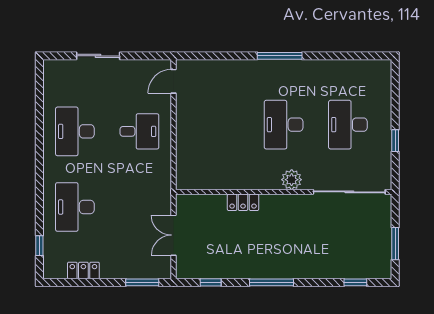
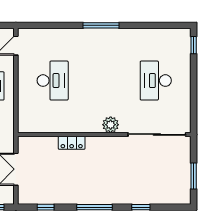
desk: (284, 125) -> (53, 81), moved, turned 180
window: (395, 141) -> (194, 45), moved
window: (355, 282) -> (141, 207), moved

